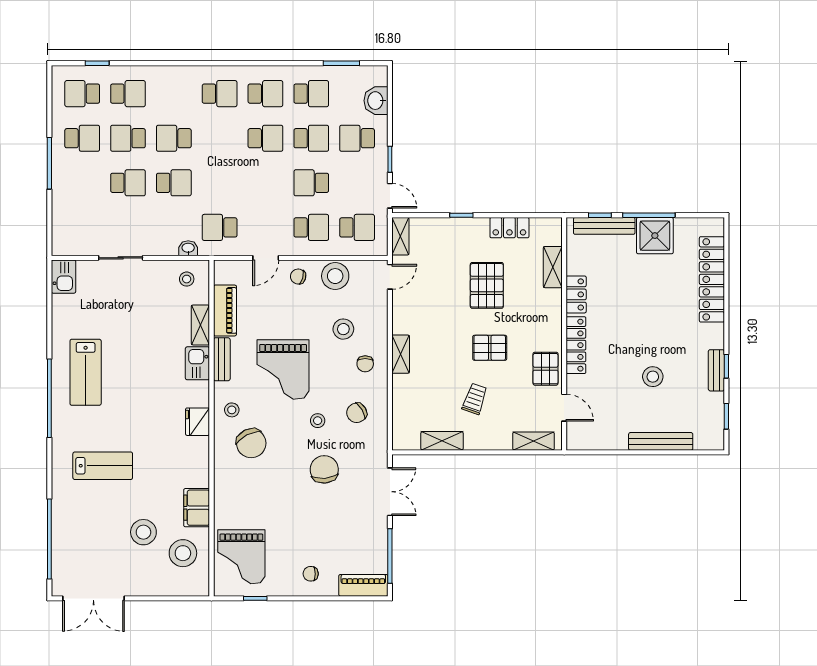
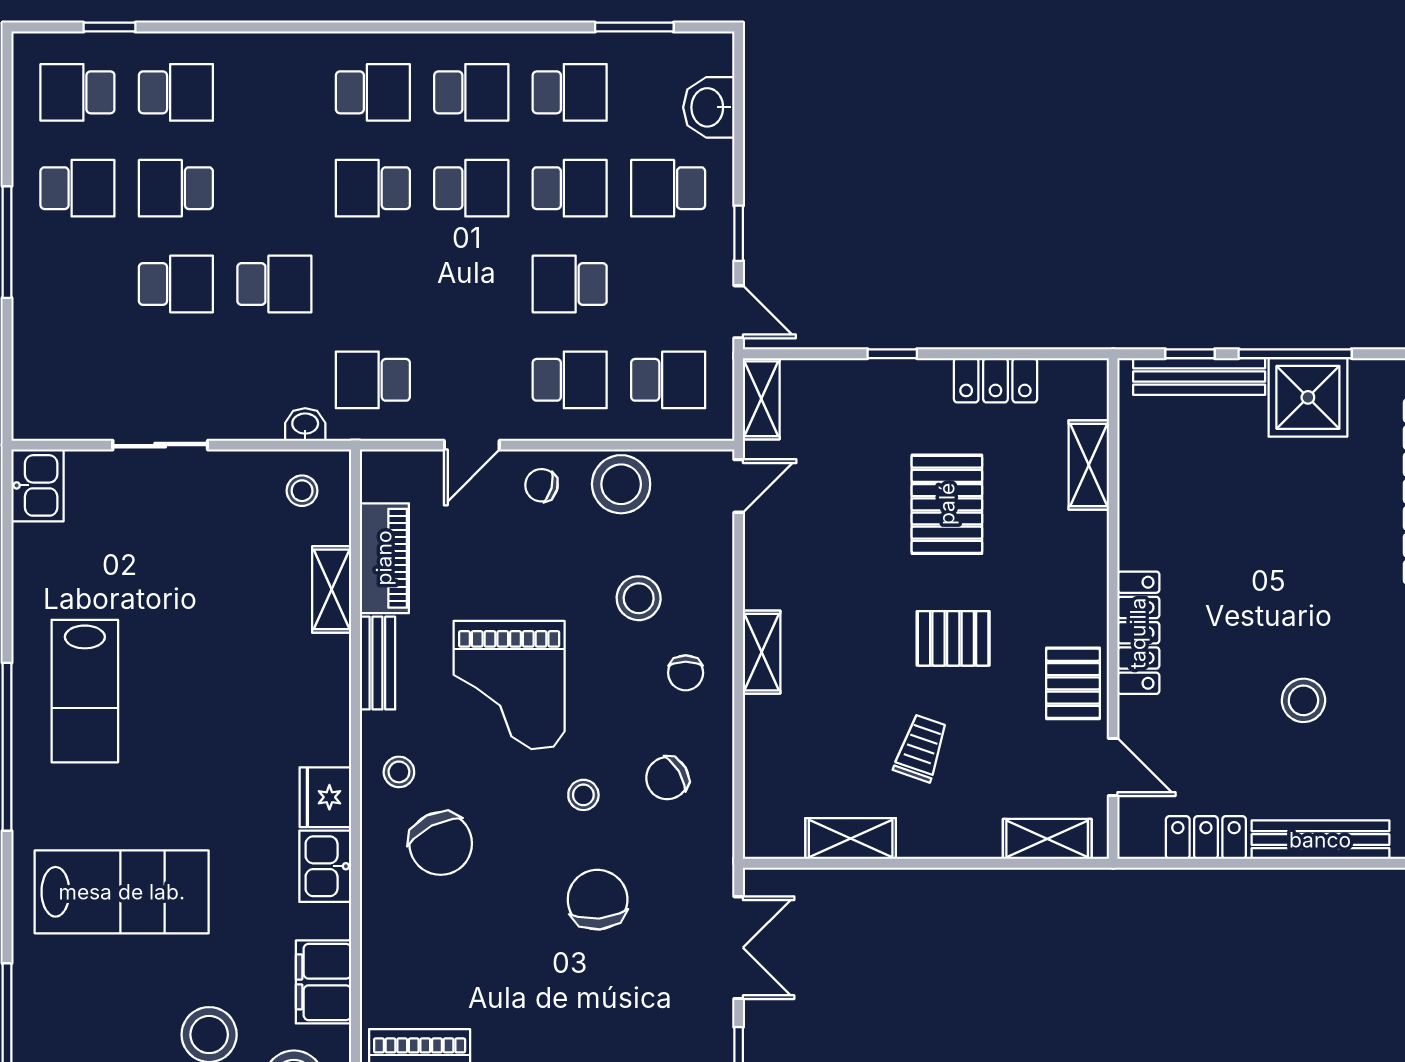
school desk: (174, 138) -> (373, 188), moved
locker: (576, 294) -> (1206, 837), moved, turned -90
kitchen sink: (197, 363) -> (325, 866), moved
lab bench: (103, 466) -> (122, 892), width x1.36, depth x1.39

